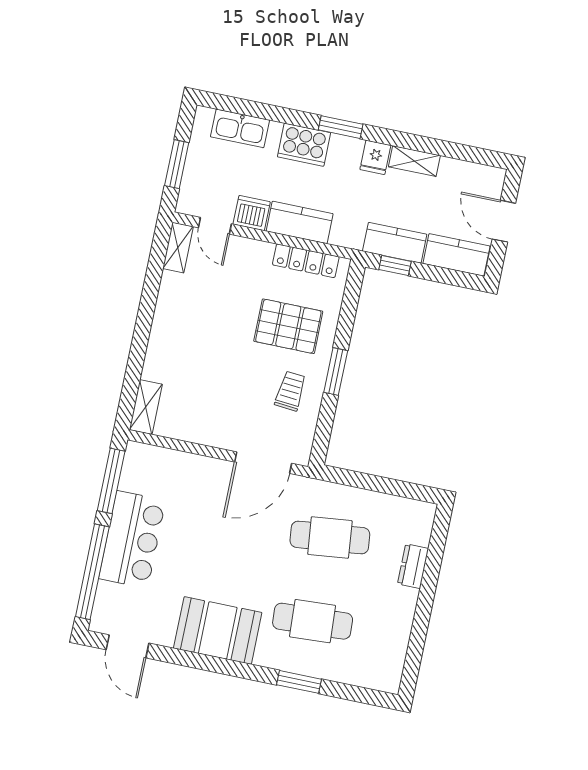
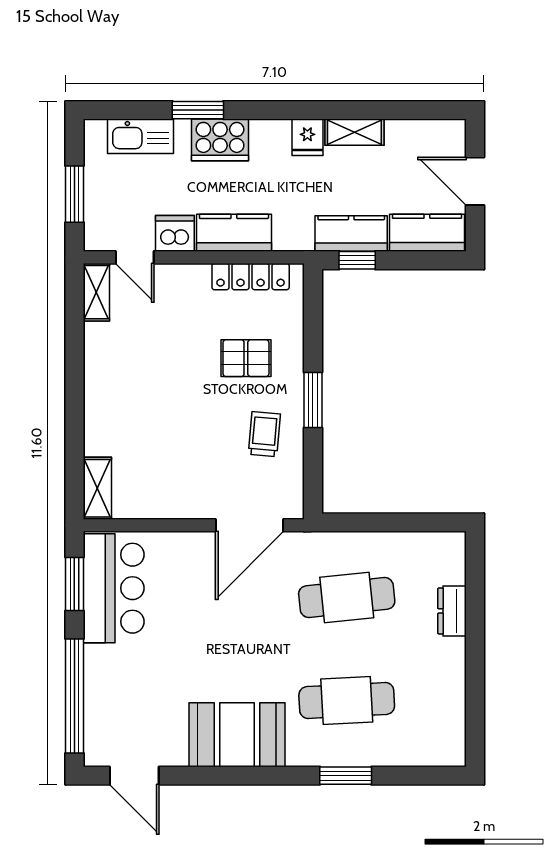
window: (341, 127) -> (198, 110), moved
pallet: (288, 326) -> (246, 358), width x0.67, depth x0.71
window: (111, 481) -> (74, 584), width x0.69
bar counter: (132, 540) -> (114, 588), moved

